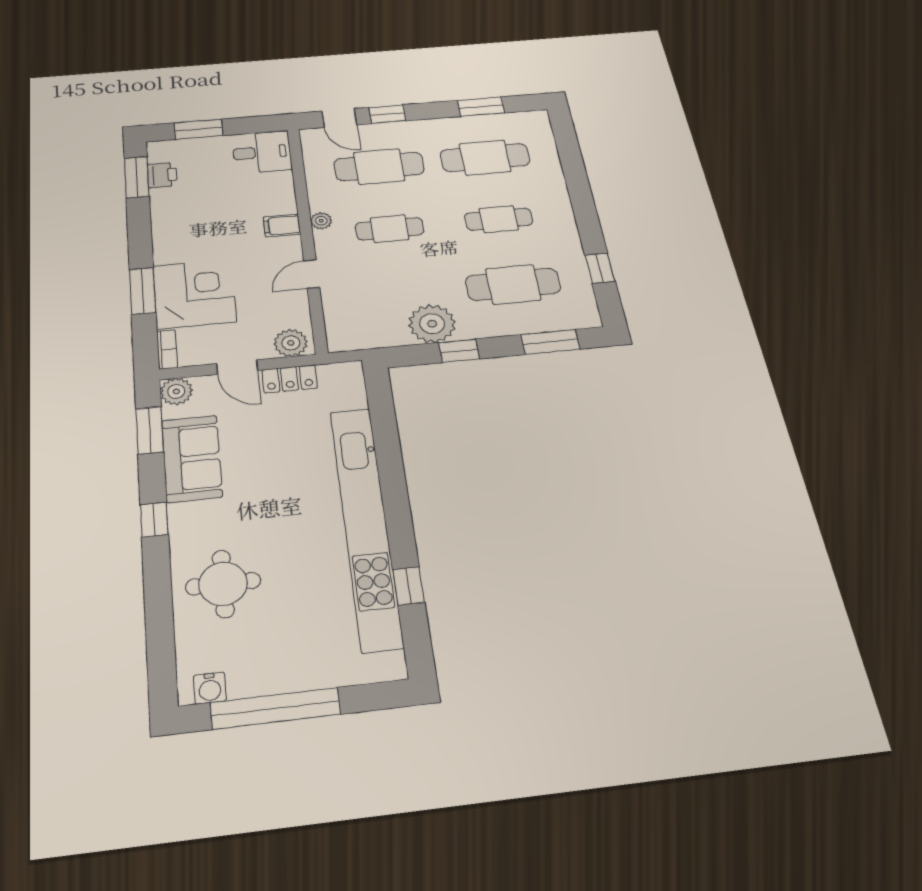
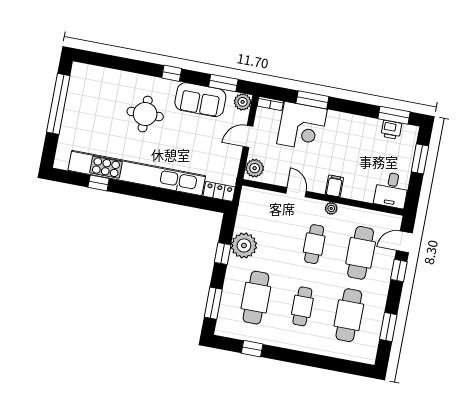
locker: (290, 379) -> (219, 191), moved, turned 90
round table: (223, 584) -> (145, 114), moved
water cooler: (210, 688) -> (77, 77), removed

